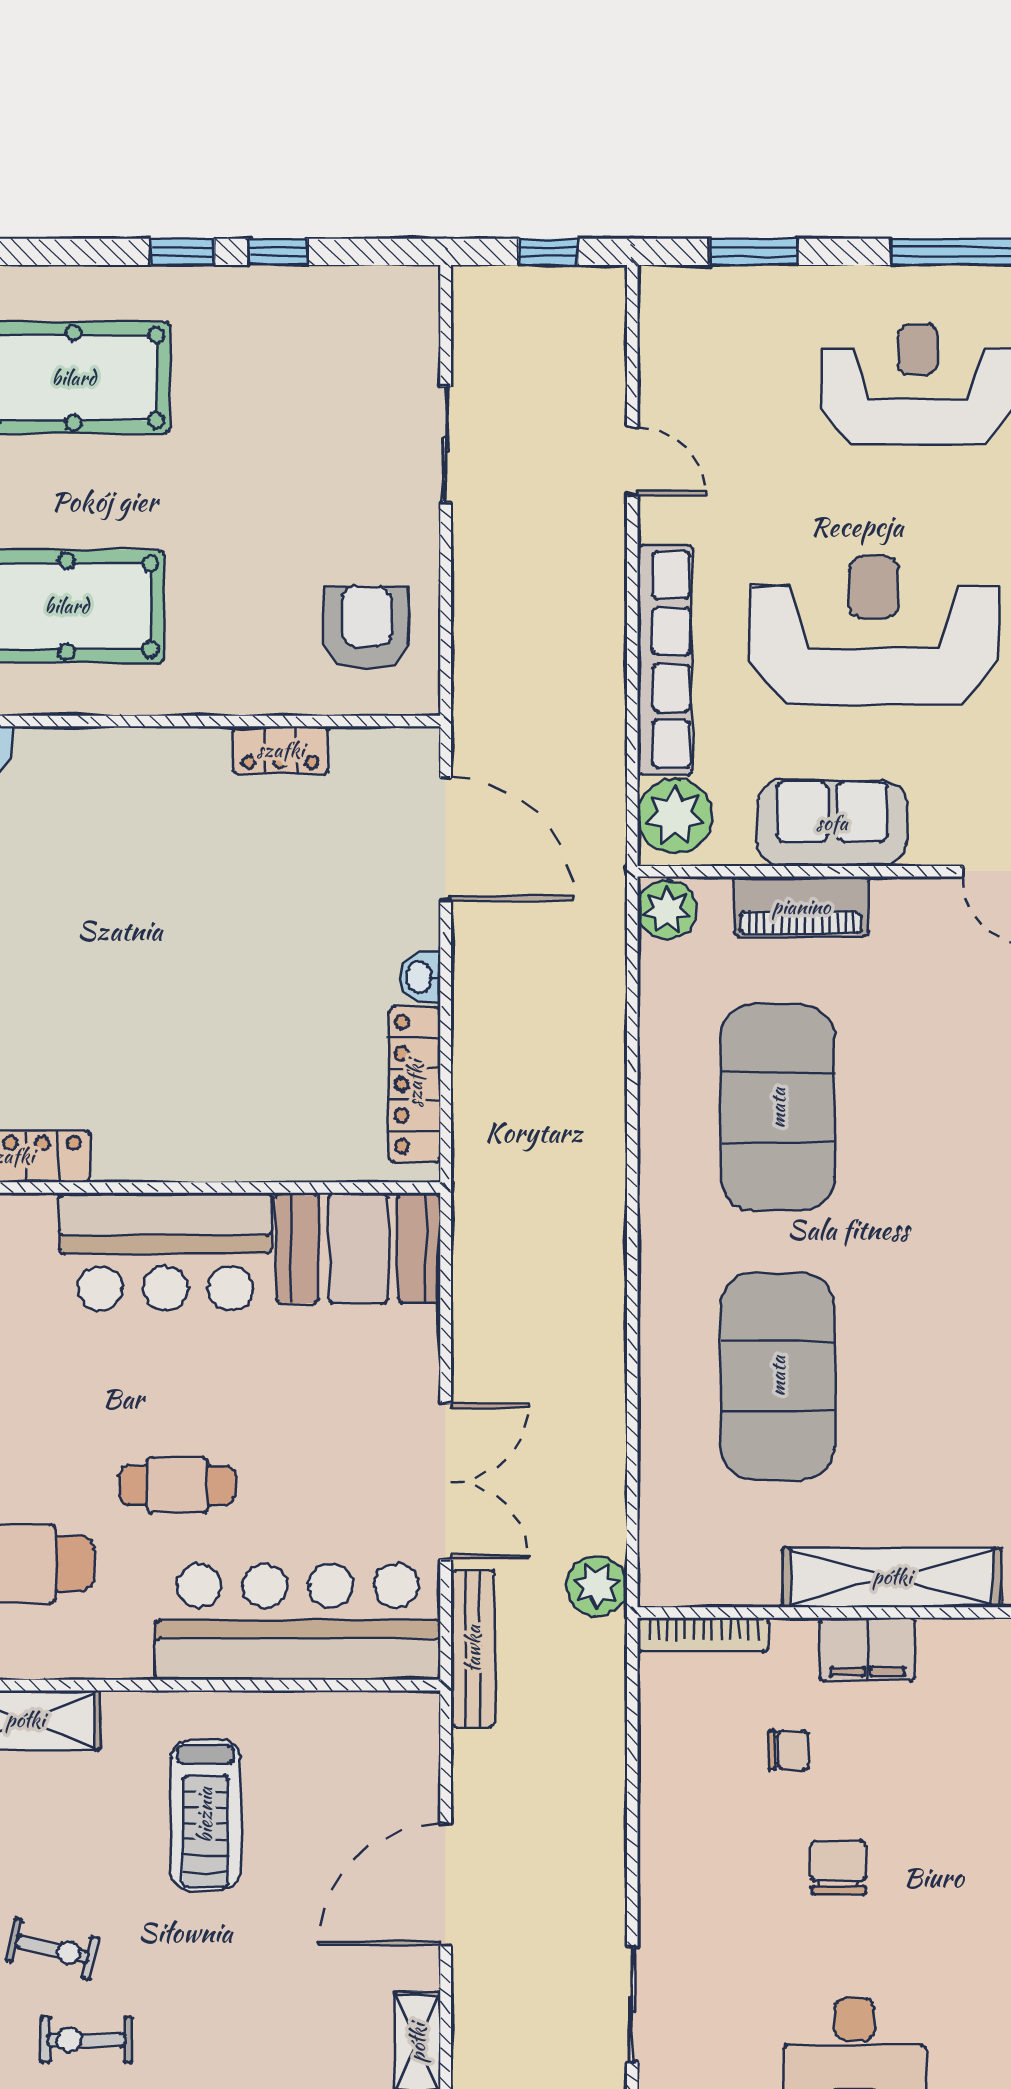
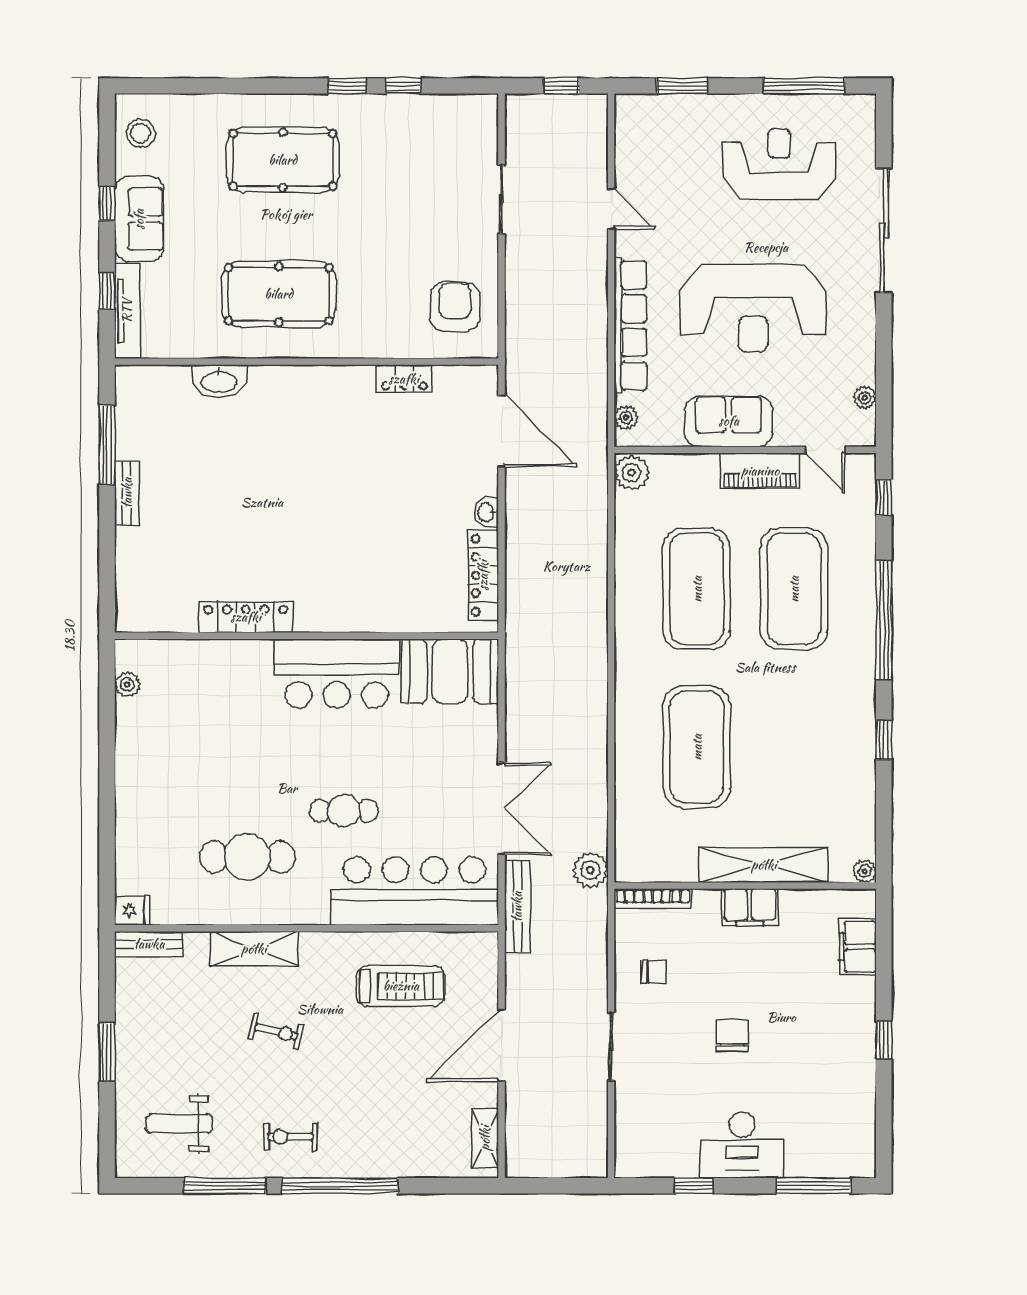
reception desk: (874, 630) -> (753, 308), turned 180
plant: (675, 816) -> (626, 418), width x0.53, depth x0.53
piano: (801, 907) -> (760, 471), moved
exercise mat: (943, 1108) -> (794, 589), added
chair: (789, 1750) -> (654, 972), moved
treadmill: (205, 1815) -> (401, 986), moved, turned -90
exercise bike: (53, 1949) -> (276, 1032), moved
sliding door: (632, 2004) -> (611, 1047), moved

